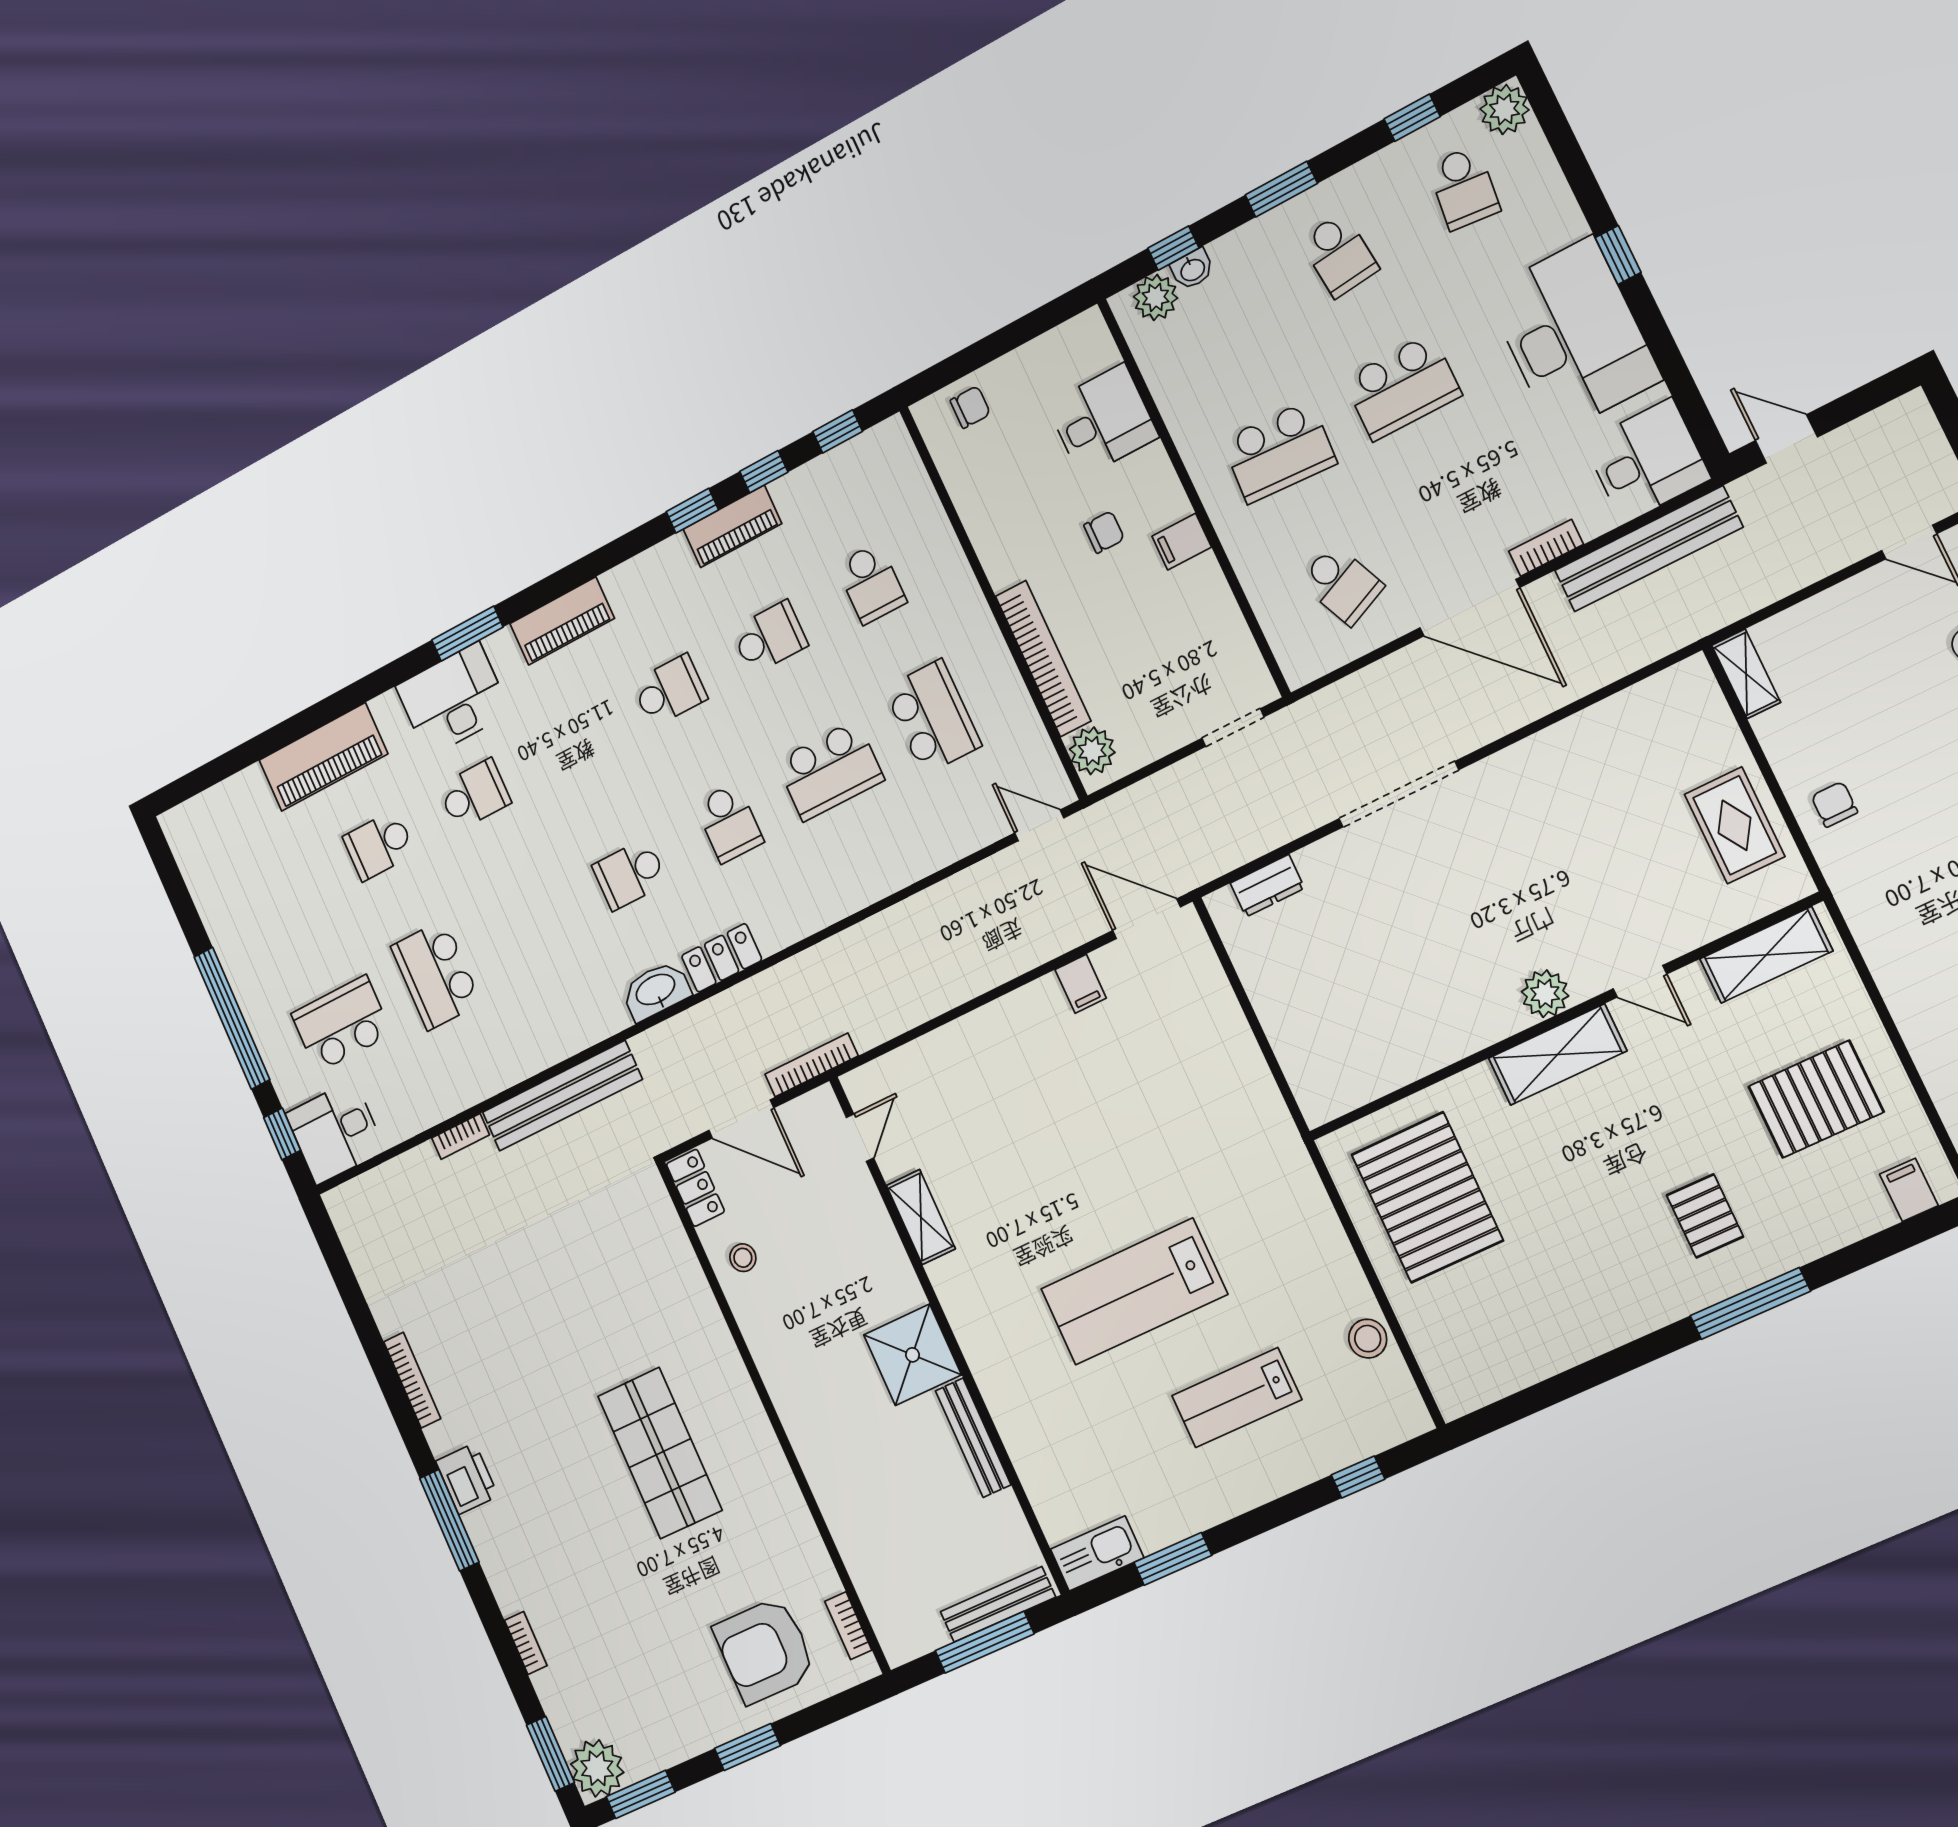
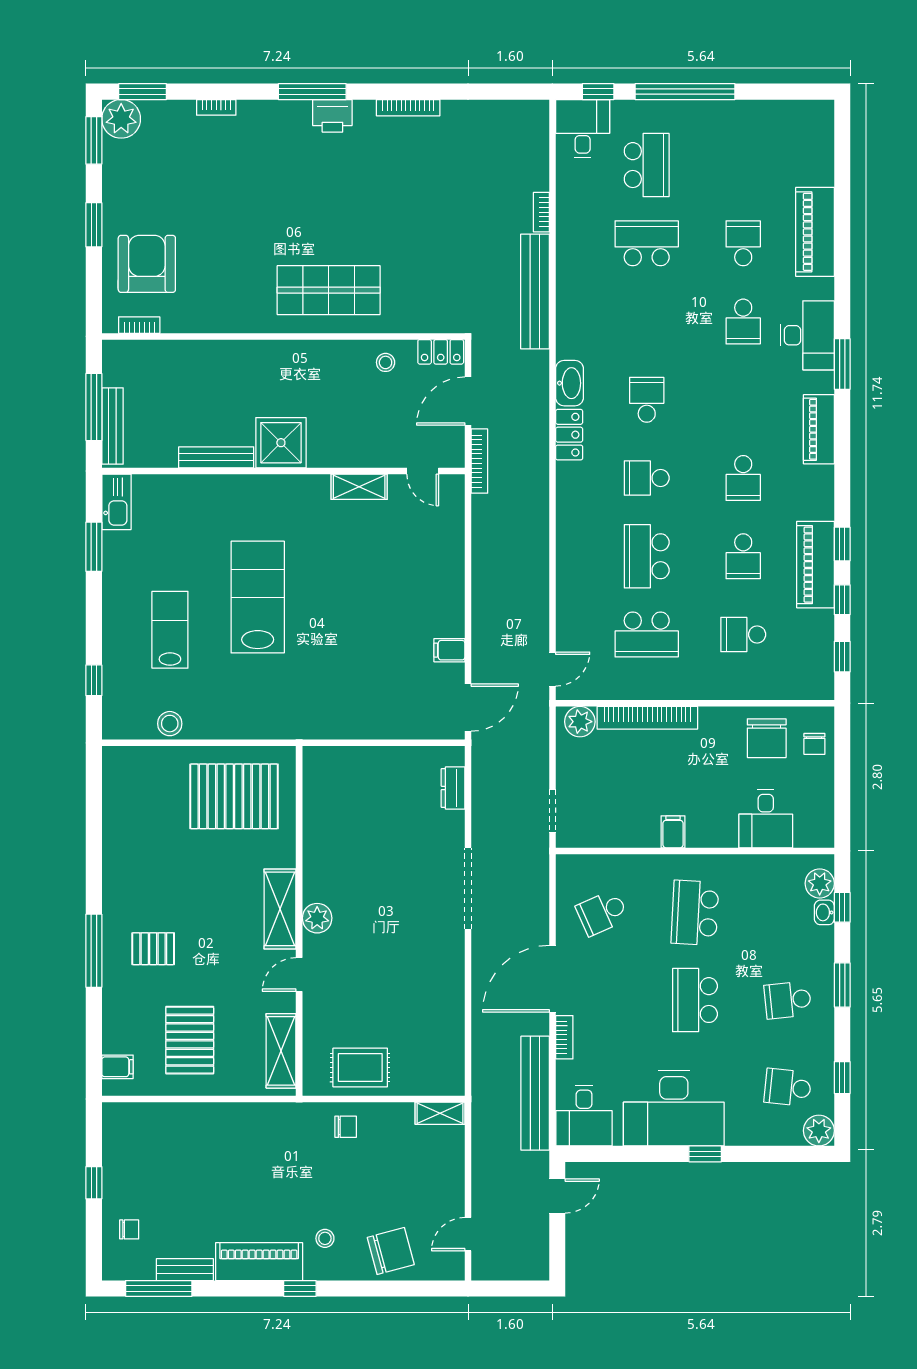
piano: (732, 526) -> (815, 565), width x1.37, depth x1.33
chair: (1104, 532) -> (767, 738), moved, width x1.87, depth x1.87
shop shelf: (660, 1453) -> (329, 290), moved

